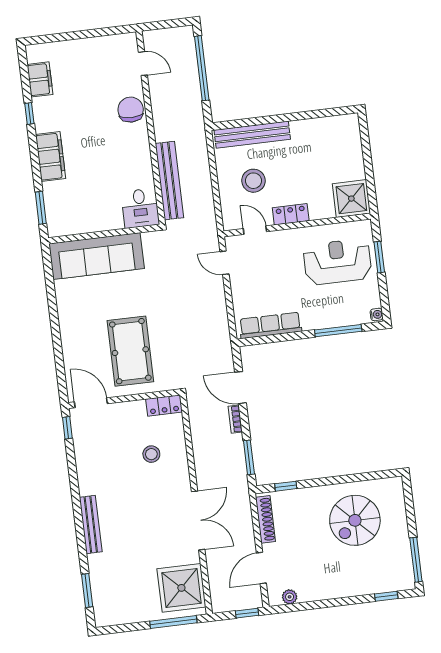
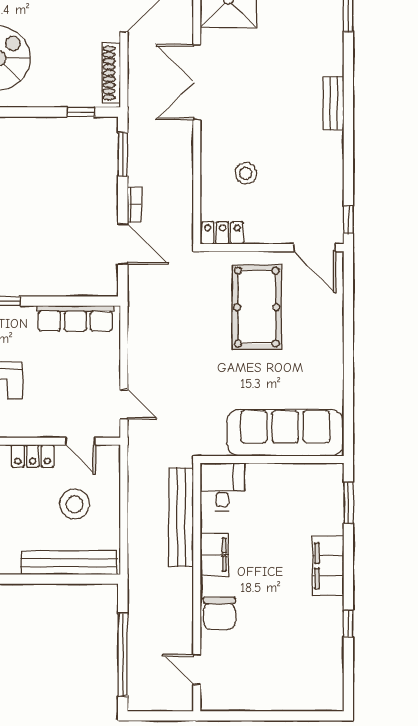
filing cabinet: (40, 79) -> (214, 554), moved, turned 180
bench: (91, 524) -> (334, 103), width x0.73

